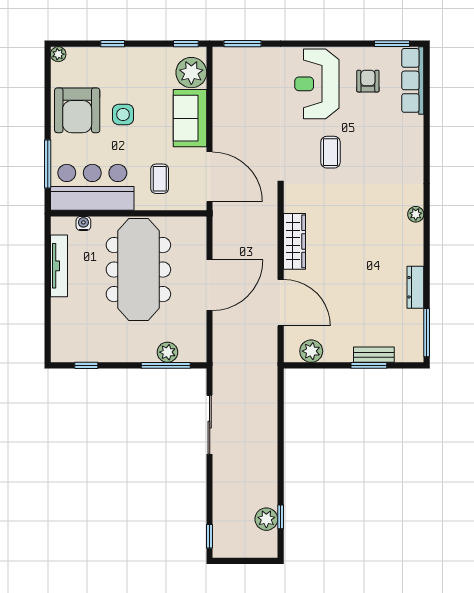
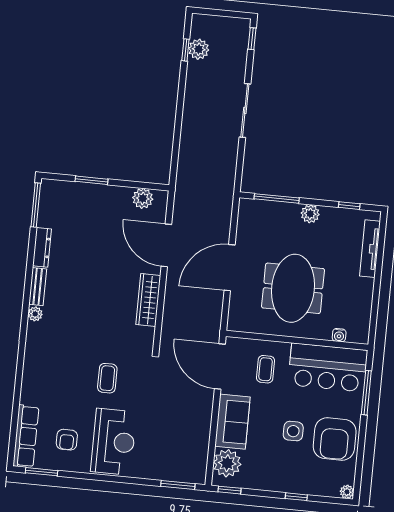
armchair: (77, 110) -> (335, 439), turned 180
tv unit: (59, 266) -> (370, 249), moved
meeting table: (138, 270) -> (293, 288), width x0.73
plant: (167, 352) -> (310, 214), moved
bench: (374, 355) -> (38, 287), moved, turned 90
sliding door: (210, 425) -> (245, 110), moved

